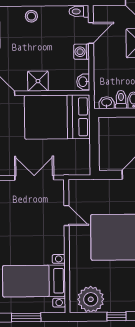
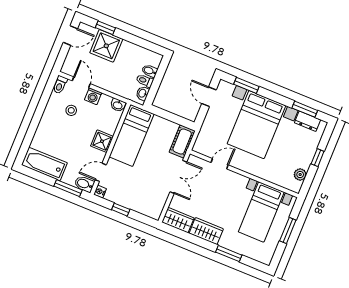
stool: (31, 16) -> (71, 110), moved
bed: (57, 117) -> (131, 135), width x0.67
cot: (73, 166) -> (182, 141), added
double door: (34, 178) -> (178, 177), swing flipped
plant: (91, 299) -> (300, 175), width x0.53, depth x0.53

